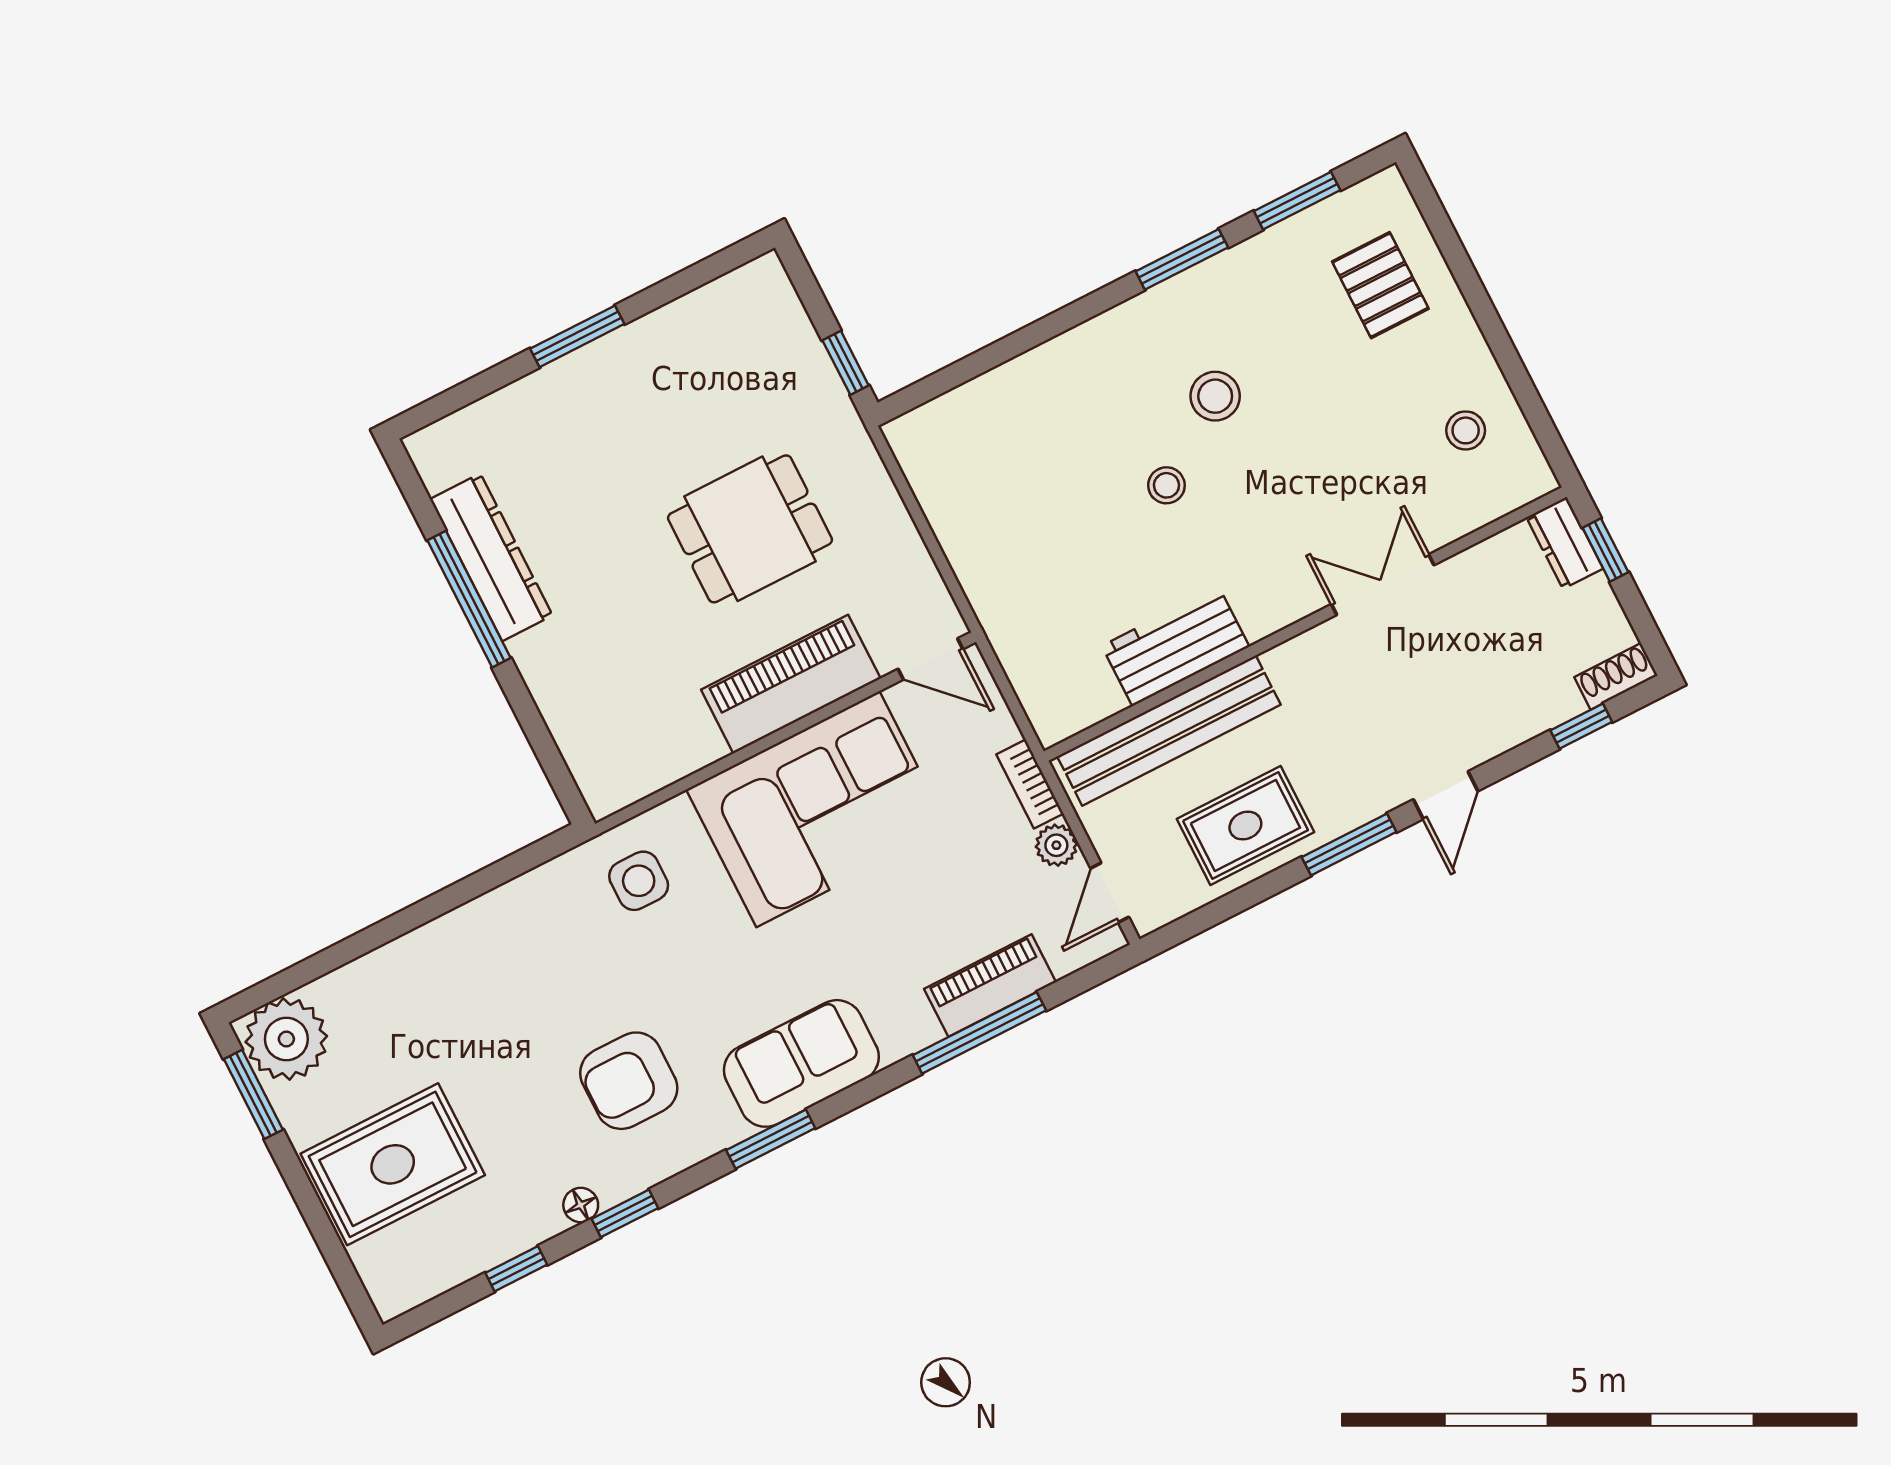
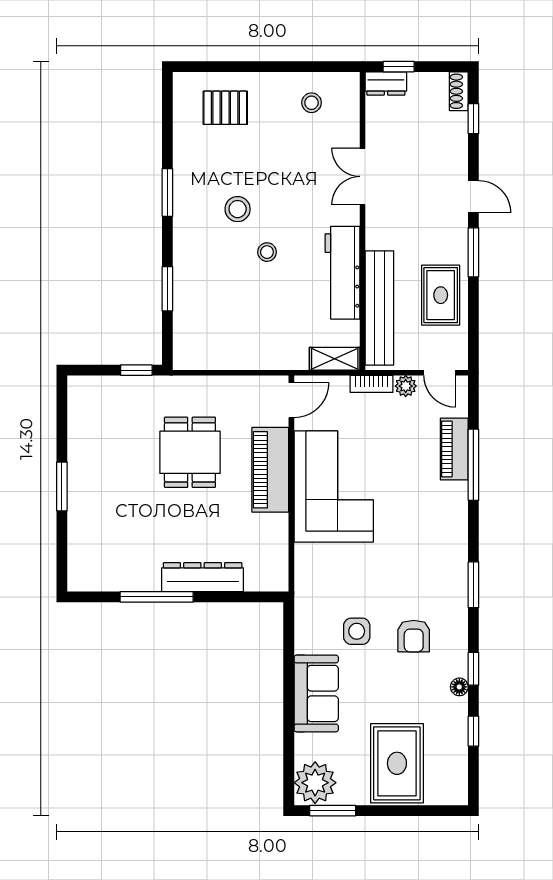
window: (1297, 201) -> (167, 289), moved
dresser: (491, 557) -> (203, 577), moved
workbench: (1176, 646) -> (343, 273), width x1.37
shelving: (1041, 698) -> (335, 359), added
side table: (639, 881) -> (357, 631), moved
sofa: (801, 1063) -> (316, 693), moved, turned 180
armchair: (629, 1081) -> (414, 636), width x0.72, depth x0.72

